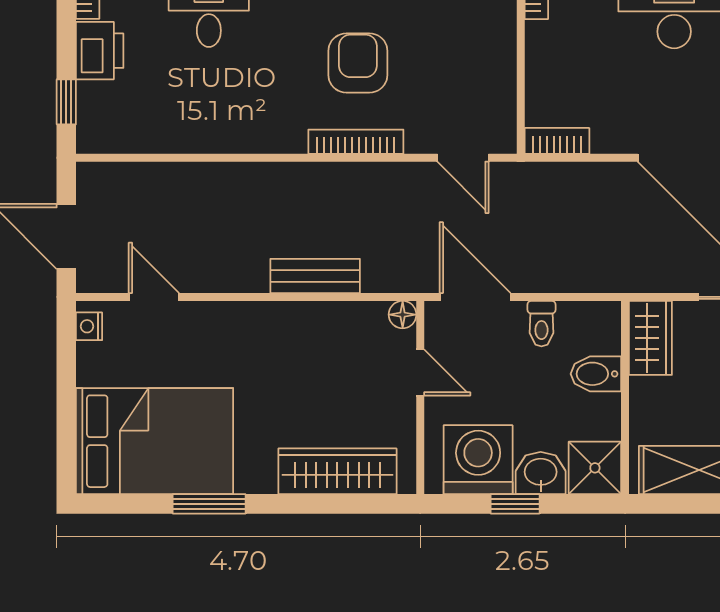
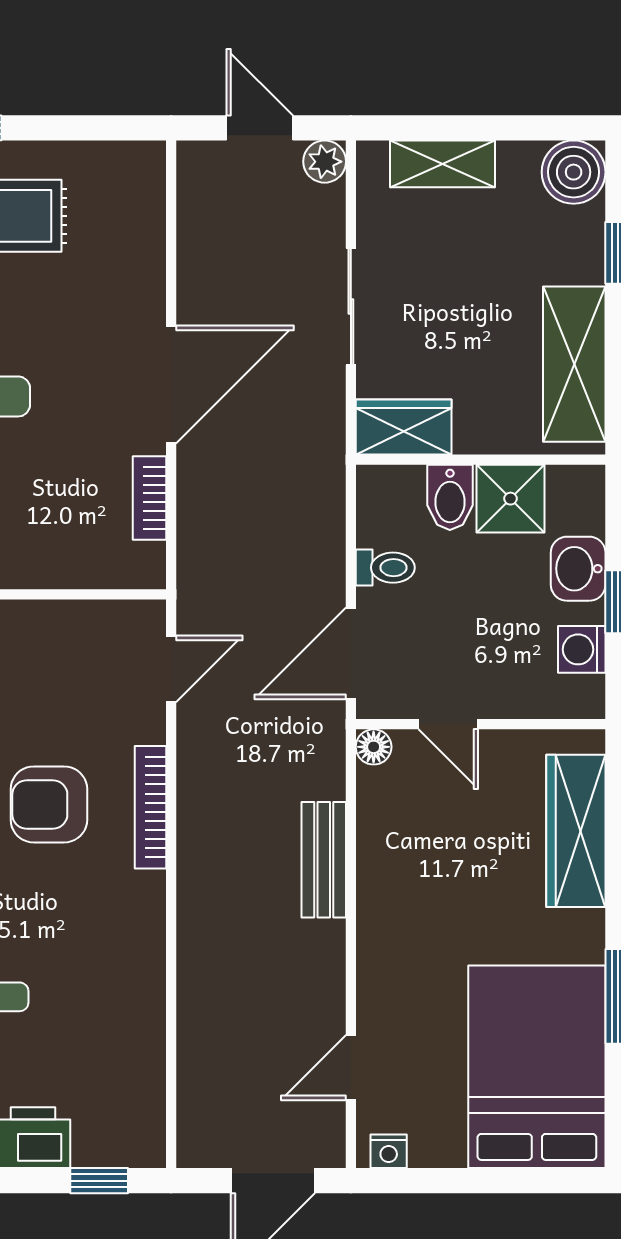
bookcase: (557, 141) -> (149, 498), moved
door: (420, 373) -> (448, 724), swing flipped
washing machine: (478, 460) -> (582, 649), width x0.53, depth x0.53
shower: (595, 468) -> (511, 499), moved

